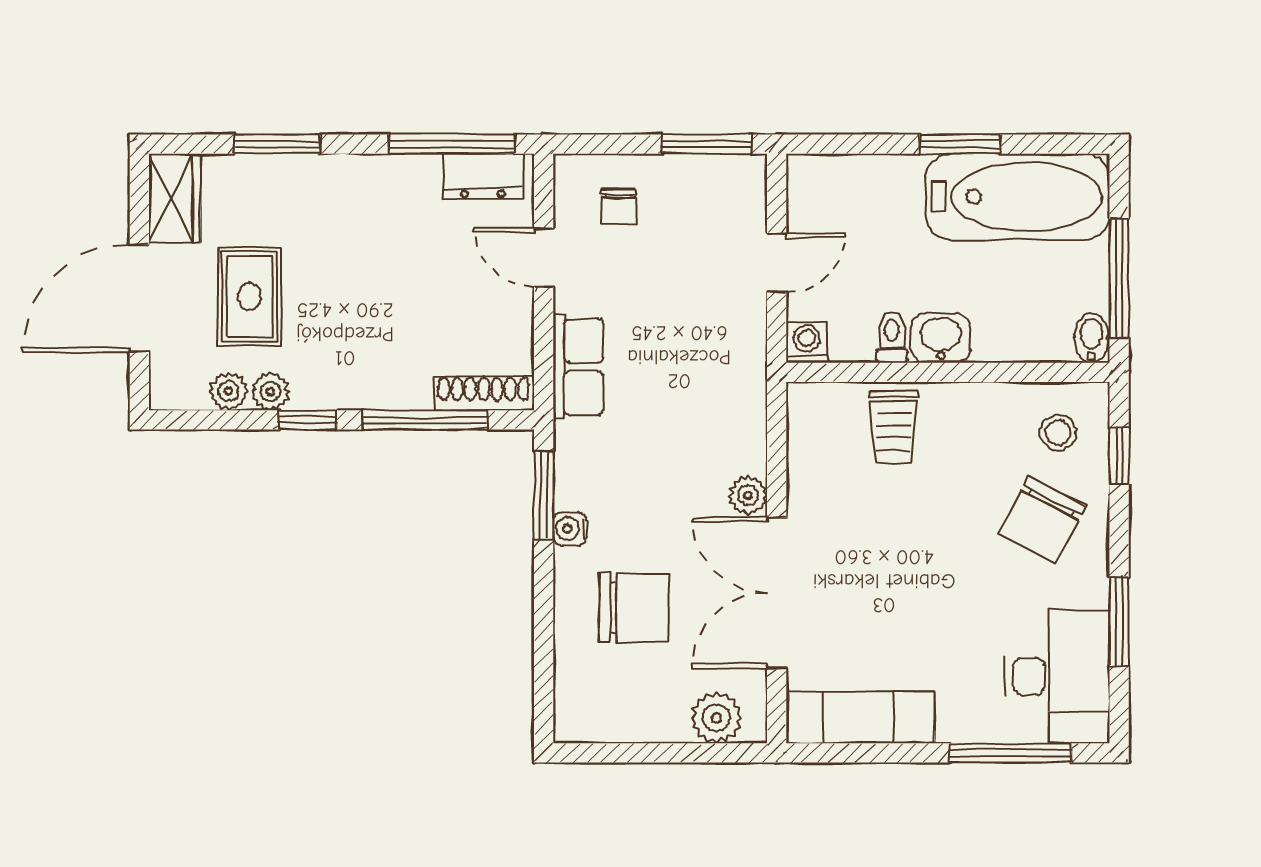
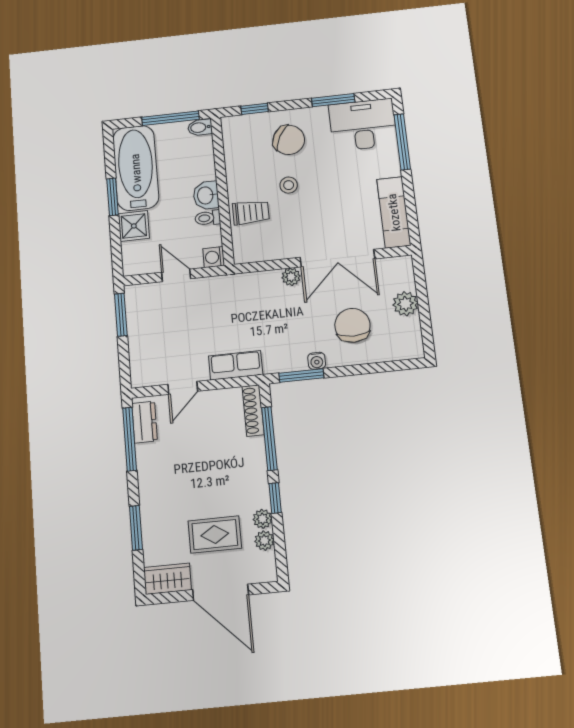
shower: (892, 184) -> (134, 226), added
chair: (618, 206) -> (155, 354), removed
stool: (1058, 432) -> (289, 185), moved
plant: (716, 718) -> (405, 304), moved

